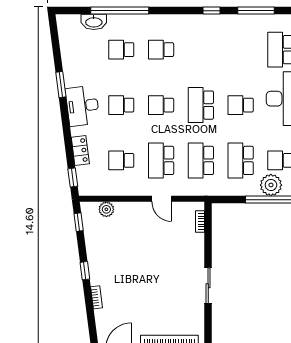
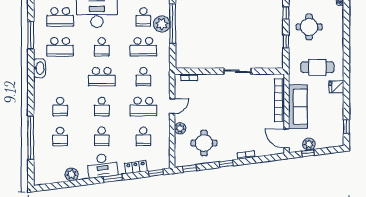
window: (211, 11) -> (31, 69), removed
washbasin: (94, 22) -> (39, 68), moved
school desk: (241, 50) -> (60, 47), added
plant: (71, 65) -> (72, 174), added
window: (61, 85) -> (113, 178), moved
school desk: (201, 160) -> (143, 77), width x0.54
plant: (106, 209) -> (180, 128), moved
round table: (112, 241) -> (204, 143), added

